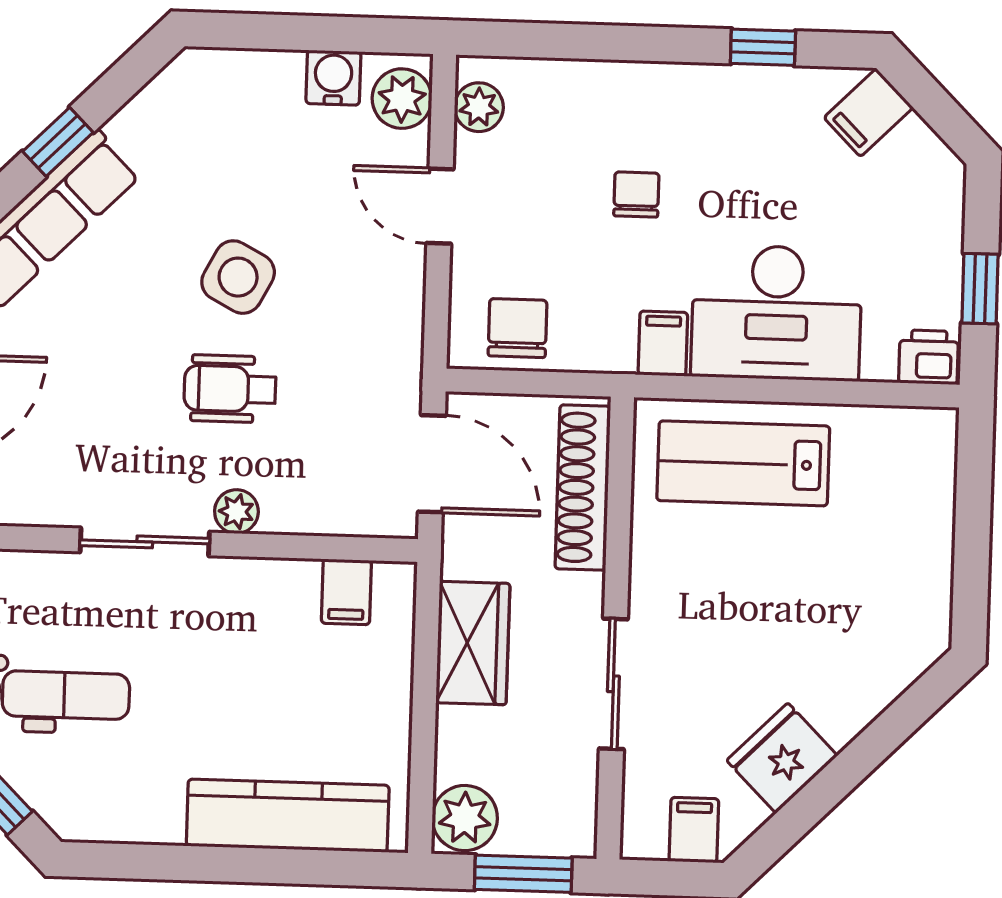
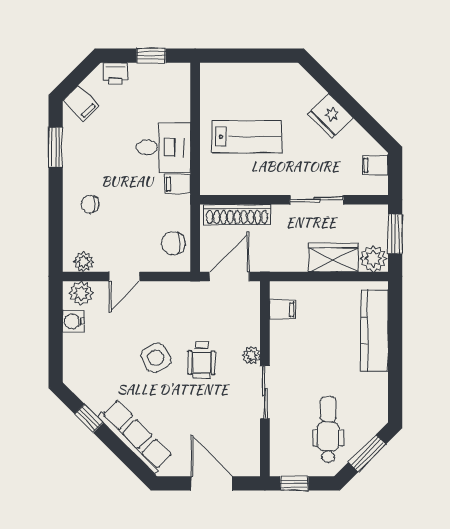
window: (763, 47) -> (56, 147), width x1.50
window: (58, 142) -> (89, 418), moved
chair: (636, 194) -> (90, 204), moved
side table: (238, 277) -> (156, 358), turned 34
desk: (777, 313) -> (164, 147), width x0.73
printer: (929, 357) -> (115, 73), moved, turned -90
lab bench: (743, 463) -> (247, 137), moved, turned -90
wardrobe: (473, 643) -> (333, 257), moved
fridge: (782, 758) -> (330, 116), moved

